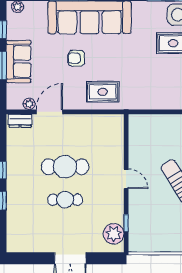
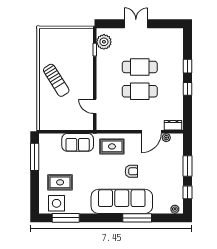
sofa: (19, 62) -> (78, 142), moved, turned -90
door: (126, 179) -> (95, 106), moved
cafe table: (65, 200) -> (140, 67), width x1.37, depth x1.35

